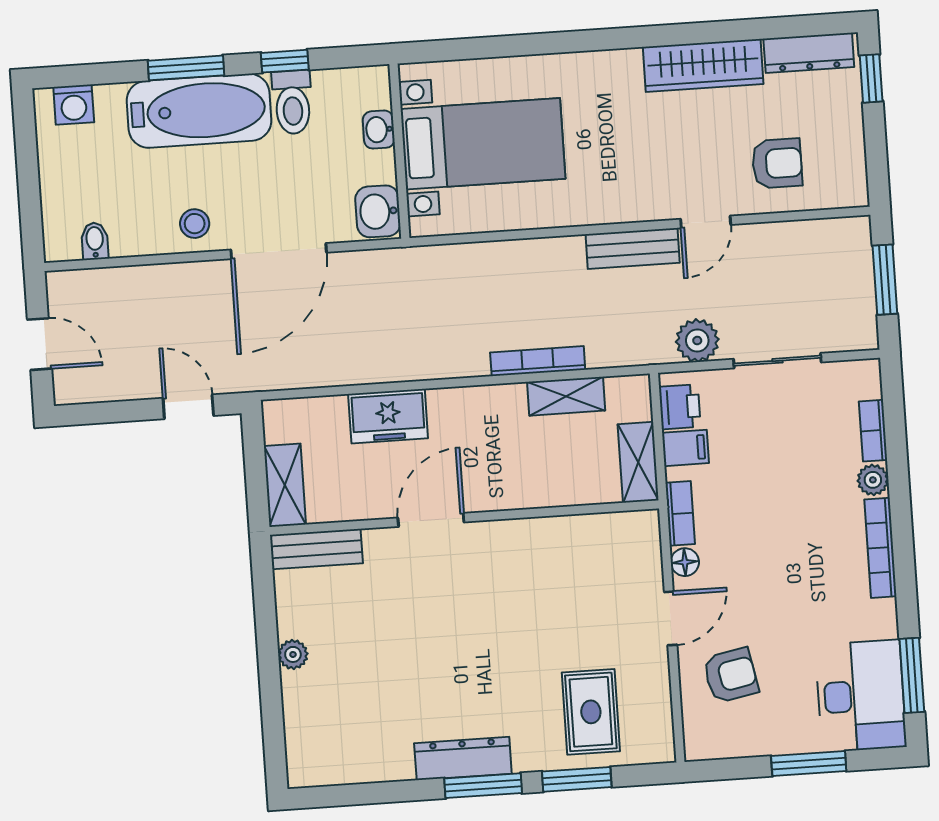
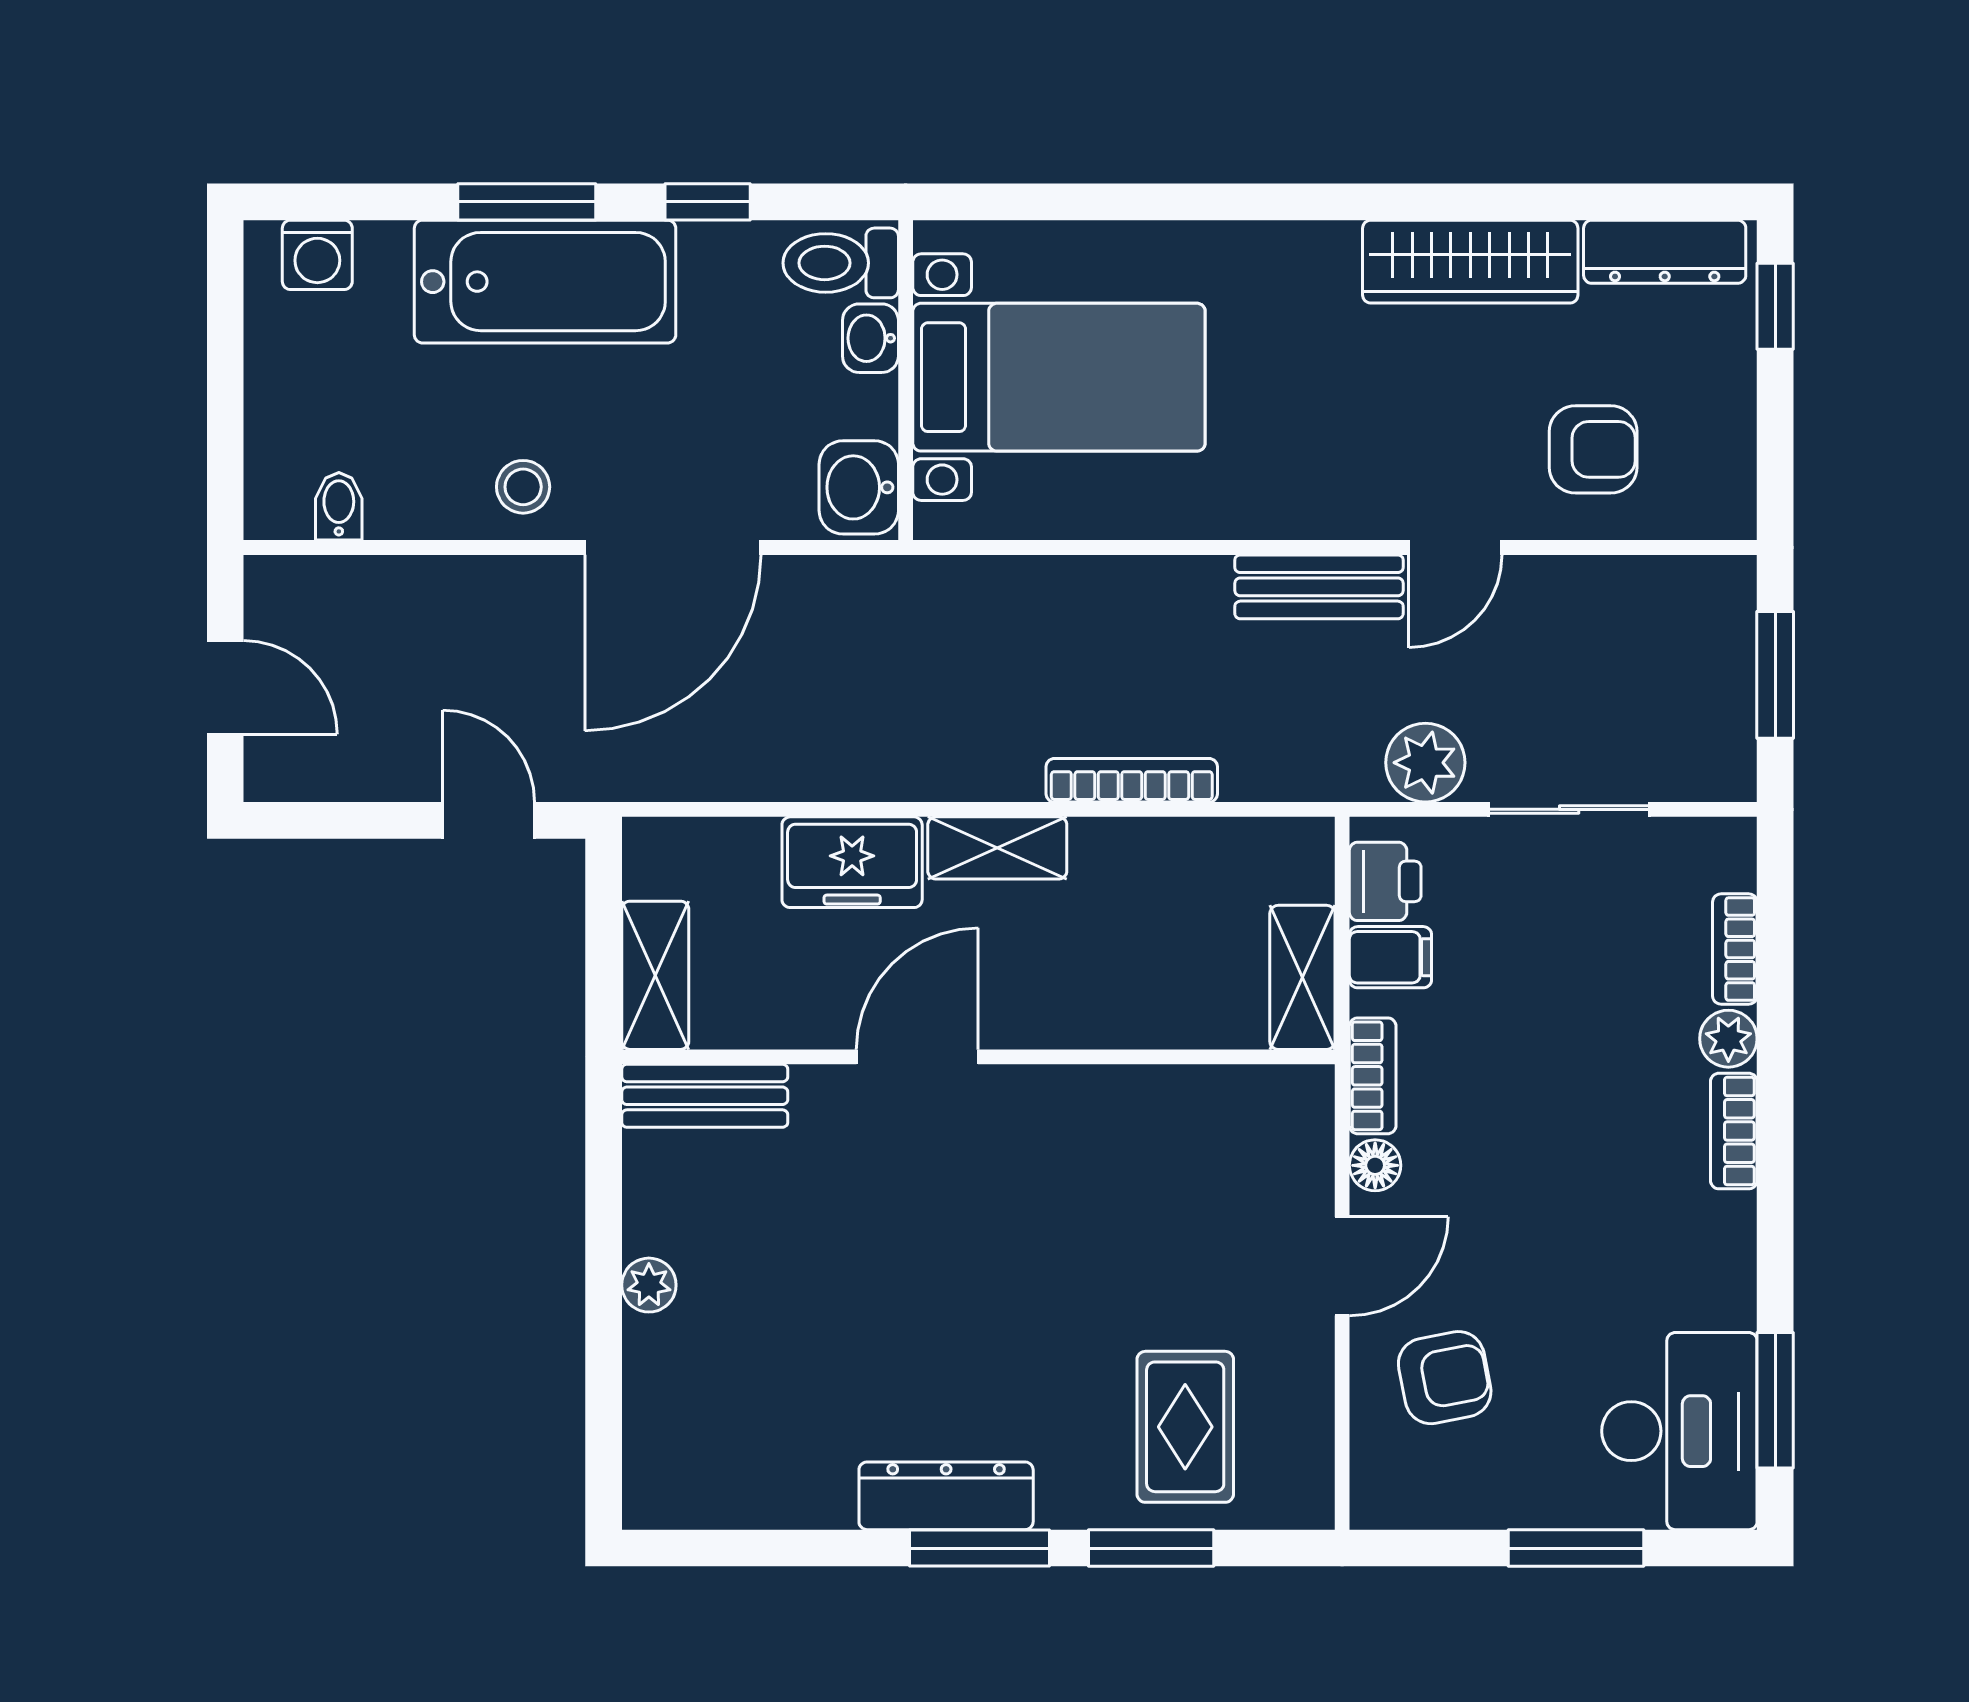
toilet: (292, 102) -> (841, 263), moved, turned 90
shelving: (566, 396) -> (997, 848), moved
bookcase: (880, 548) -> (1734, 1131), width x0.64

